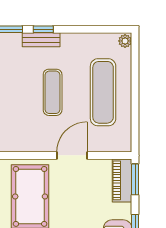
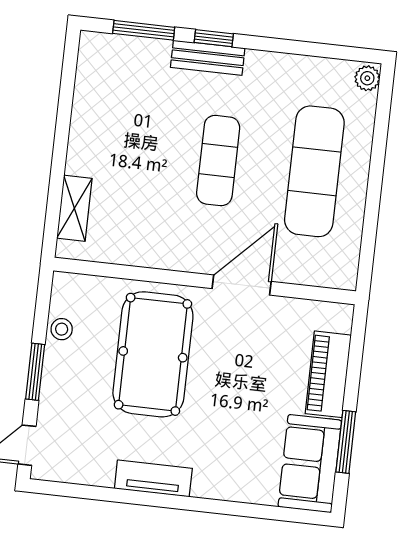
window: (135, 179) -> (357, 344), removed
piano: (122, 180) -> (328, 374), moved

